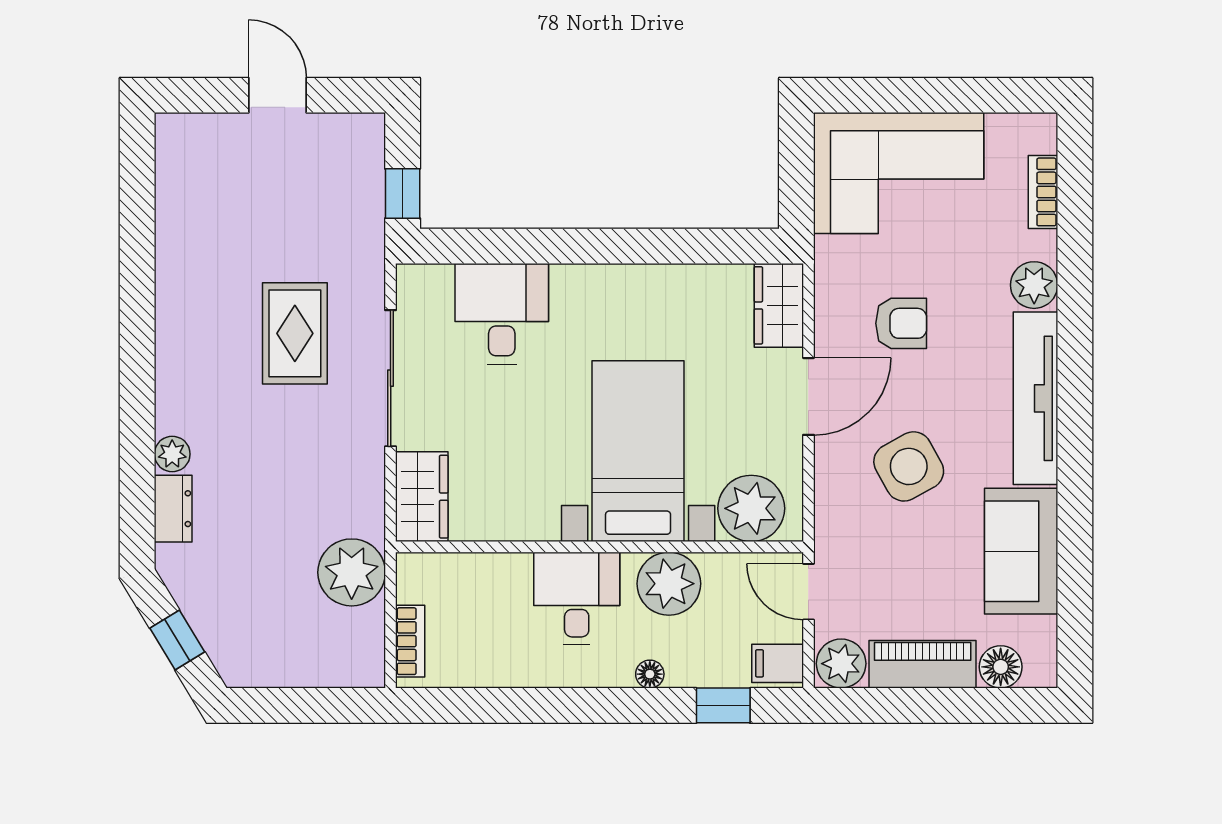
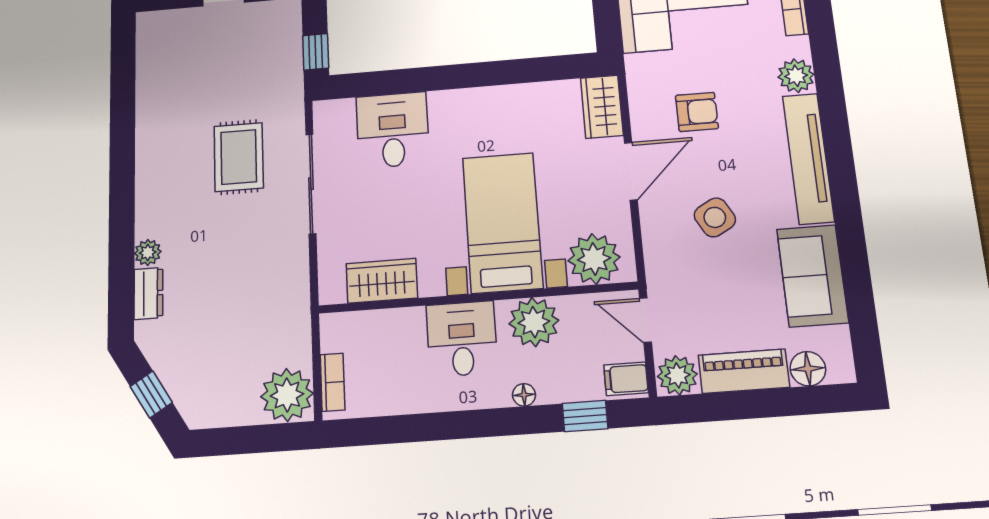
side table: (909, 466) -> (715, 217), width x0.73, depth x0.73
wardrobe: (422, 497) -> (382, 281), moved, turned -90
plant: (352, 572) -> (287, 395), moved

